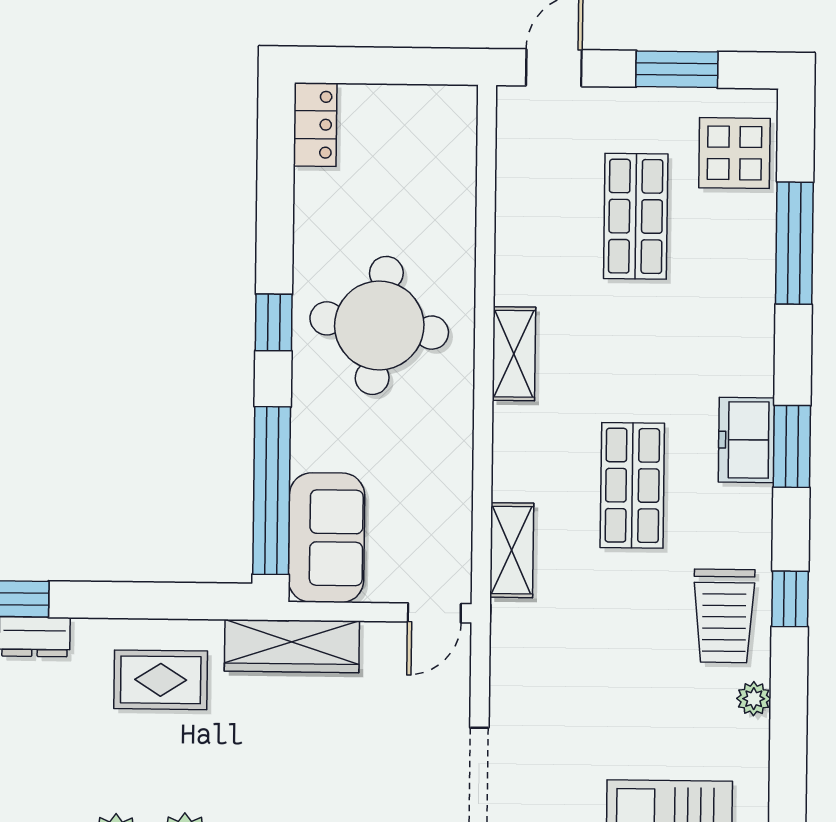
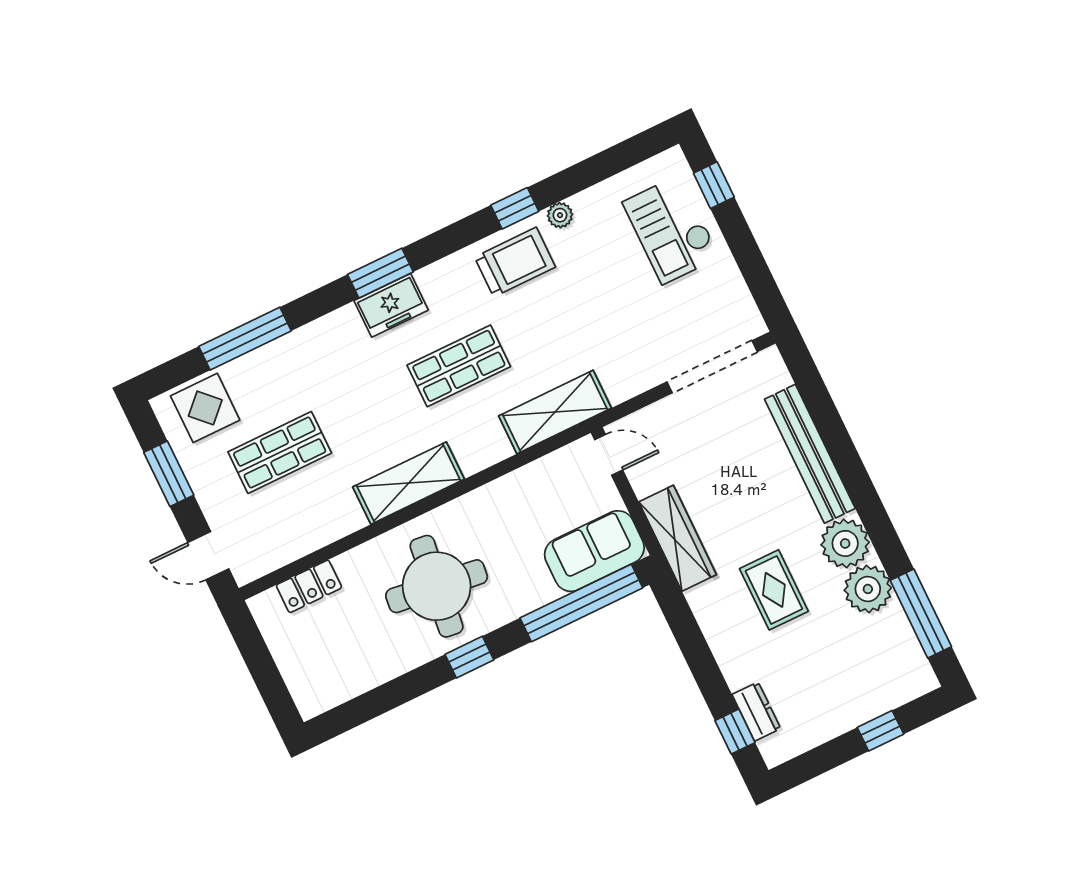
locker: (315, 125) -> (309, 586), moved, turned 180
shelving: (514, 354) -> (409, 483), width x1.50, depth x1.33
shelving: (512, 550) -> (555, 412), width x1.50, depth x1.33
window: (790, 599) -> (515, 208), moved
rug: (161, 680) -> (774, 590), moved

